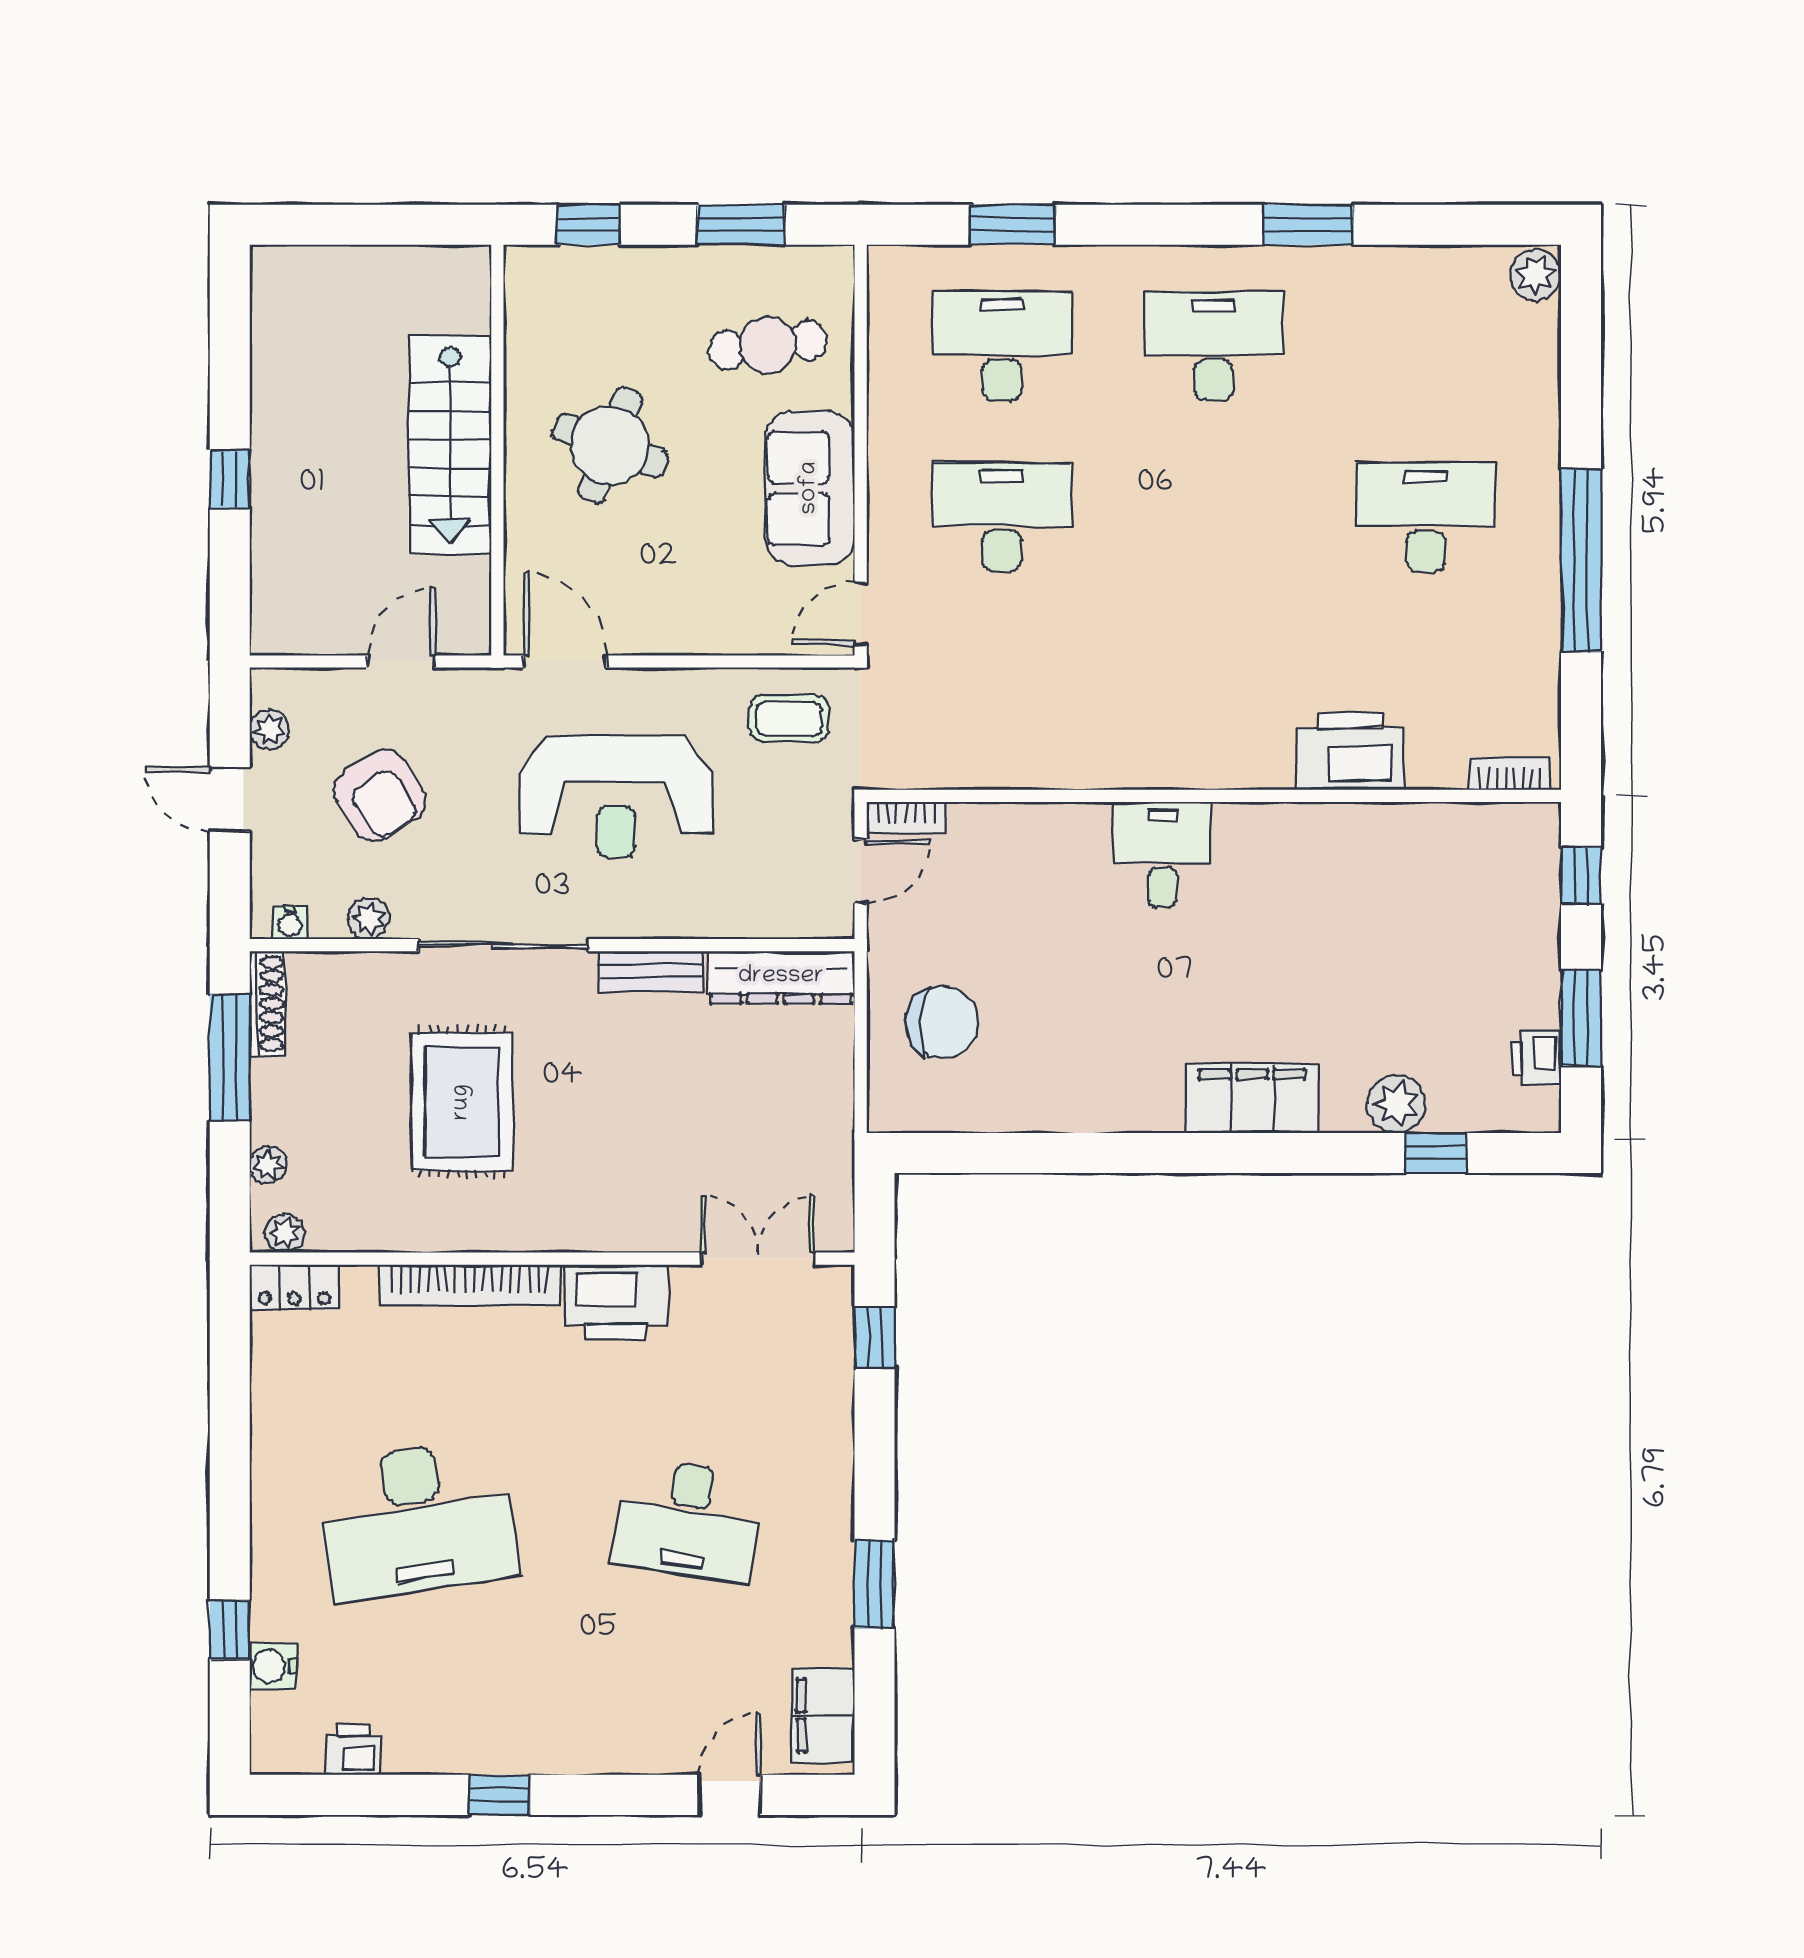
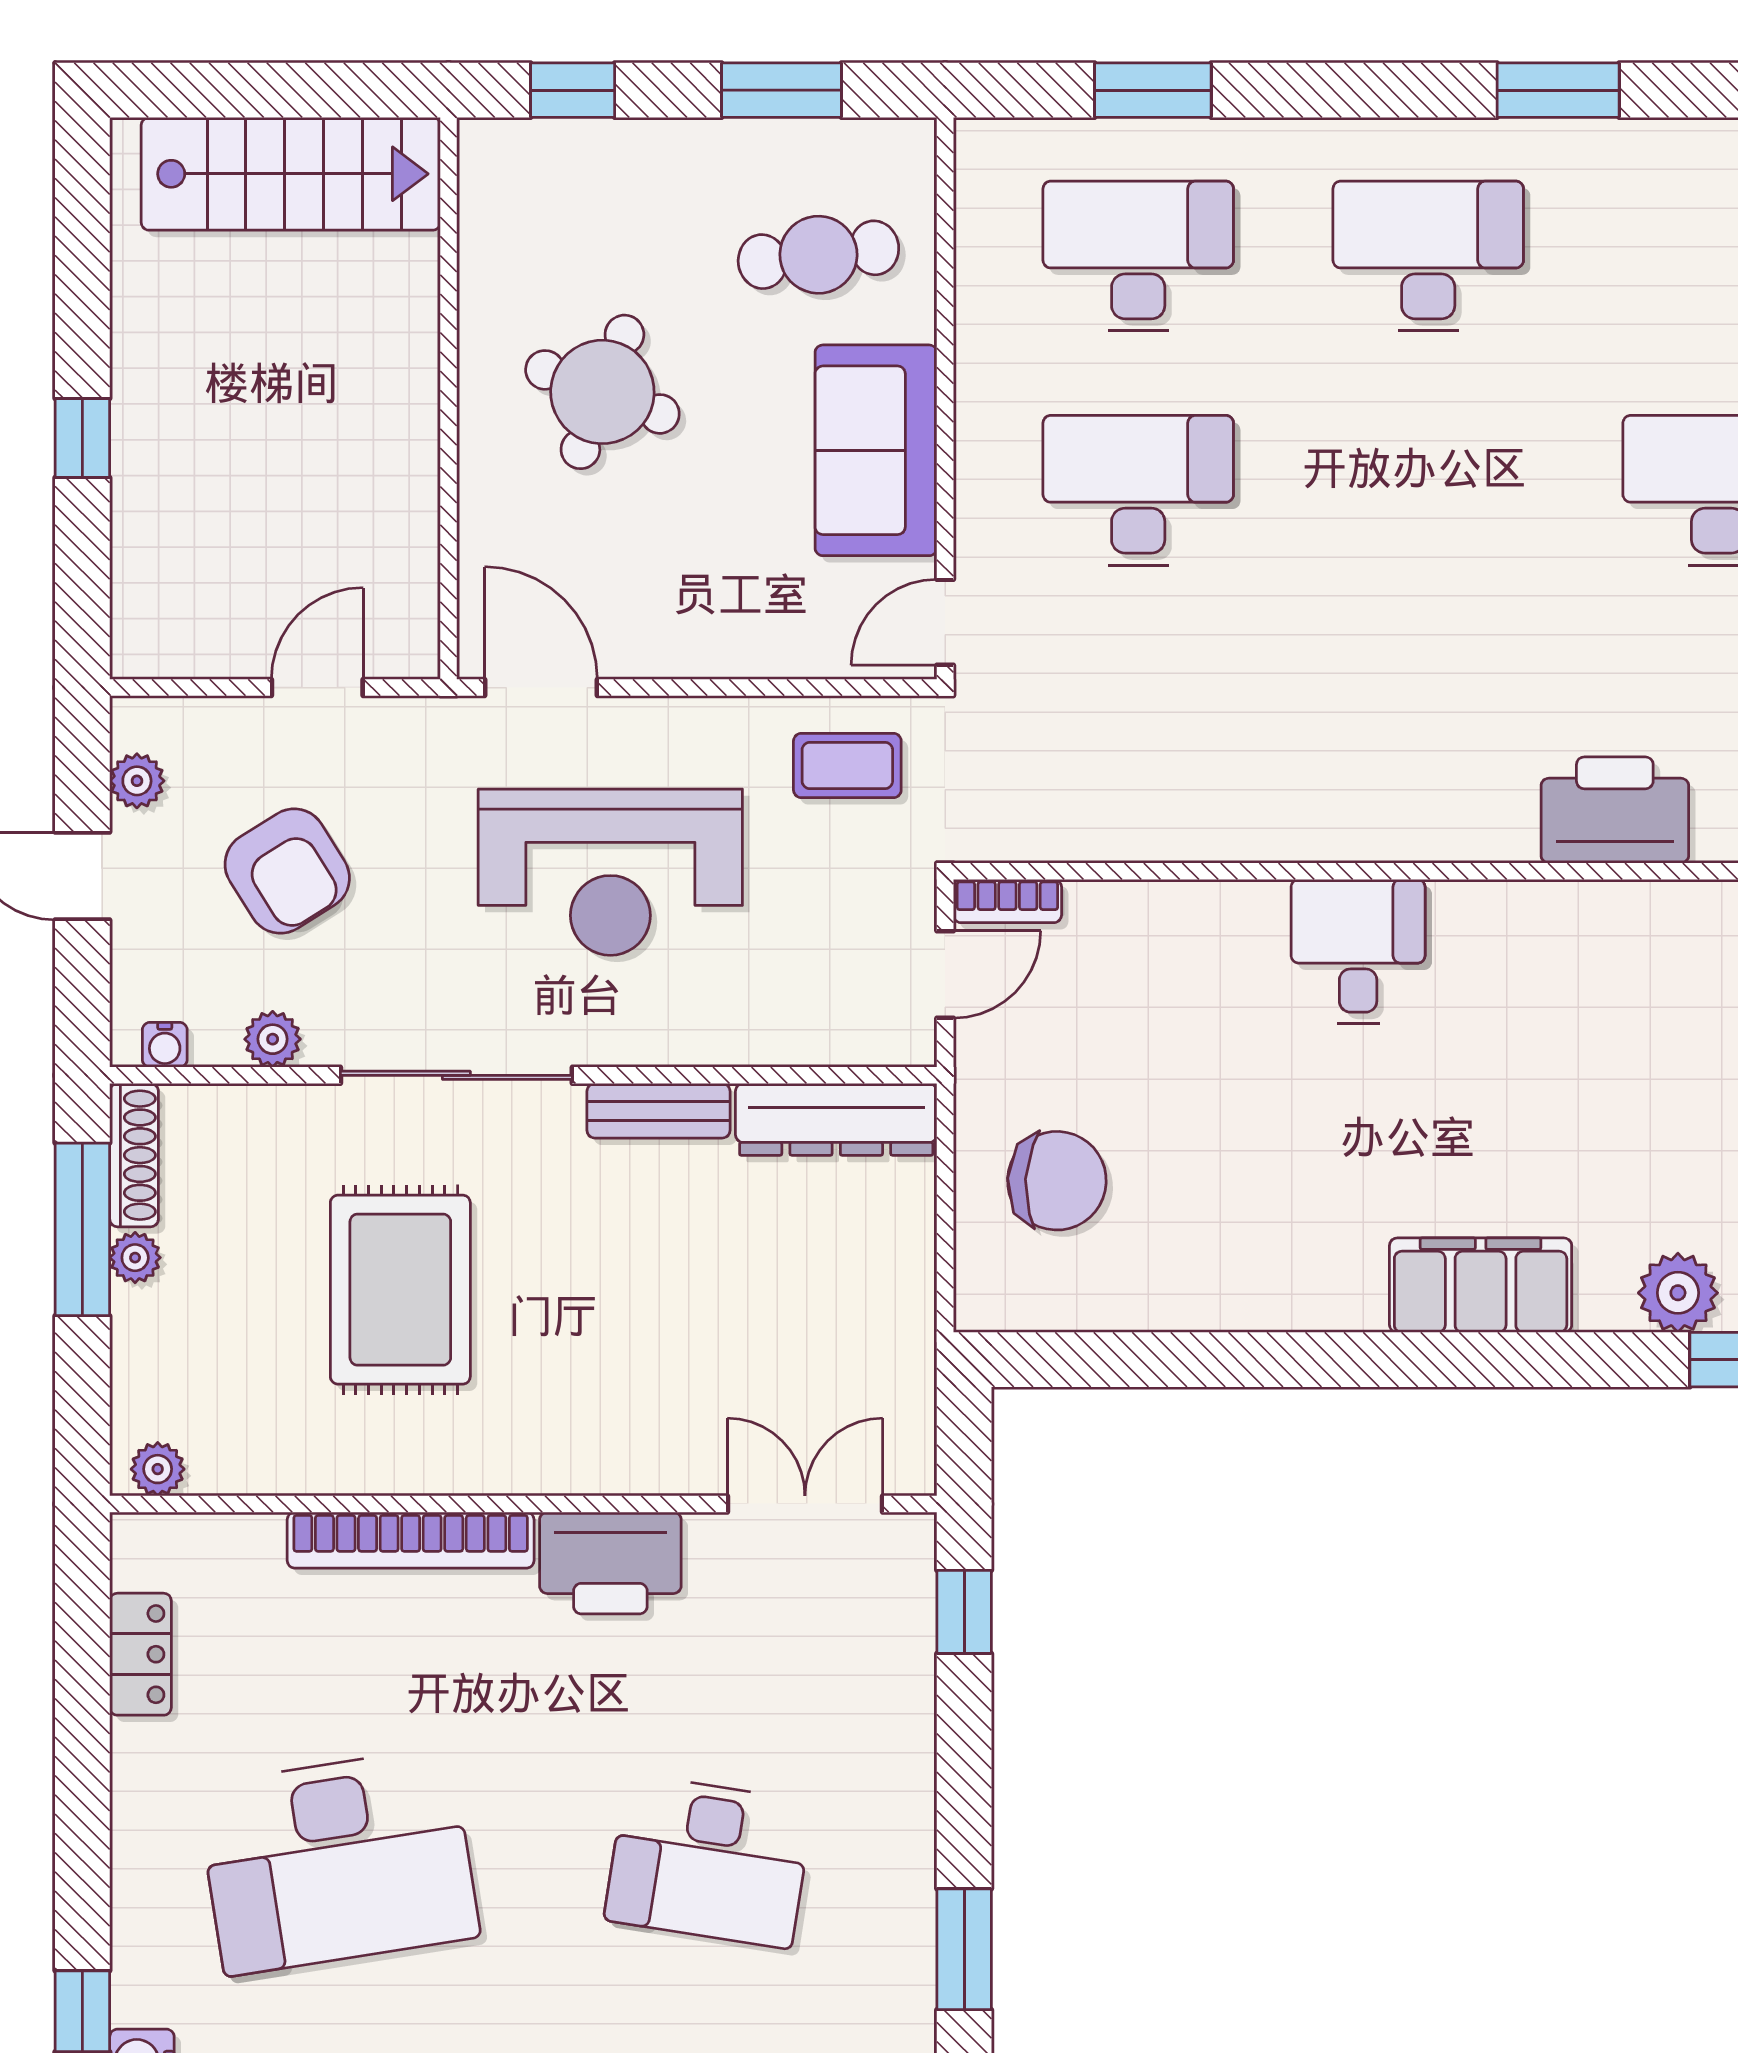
stairs: (450, 444) -> (291, 174), moved, turned -90
plant: (268, 1165) -> (135, 1258), moved
locker: (294, 1287) -> (140, 1654), moved, turned -90

